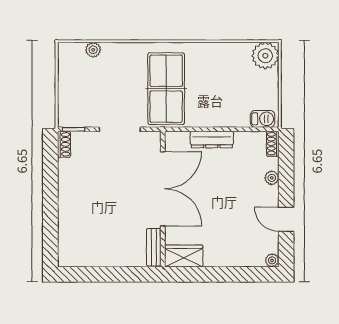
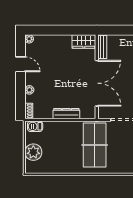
plant: (265, 56) -> (33, 152), moved
double door: (163, 189) -> (97, 83), swing flipped

